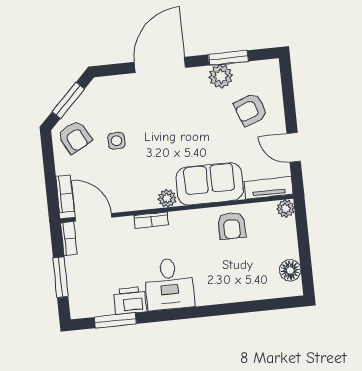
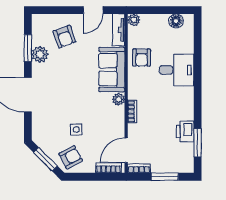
armchair: (232, 226) -> (142, 58), turned 90
desk: (169, 284) -> (177, 70), moved

